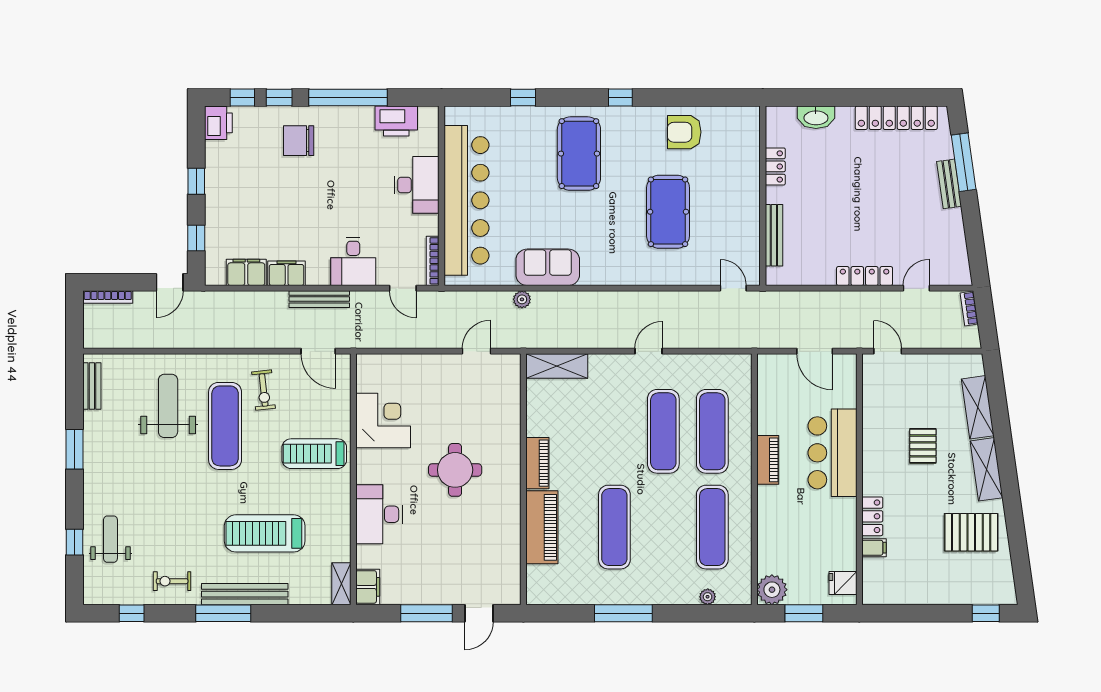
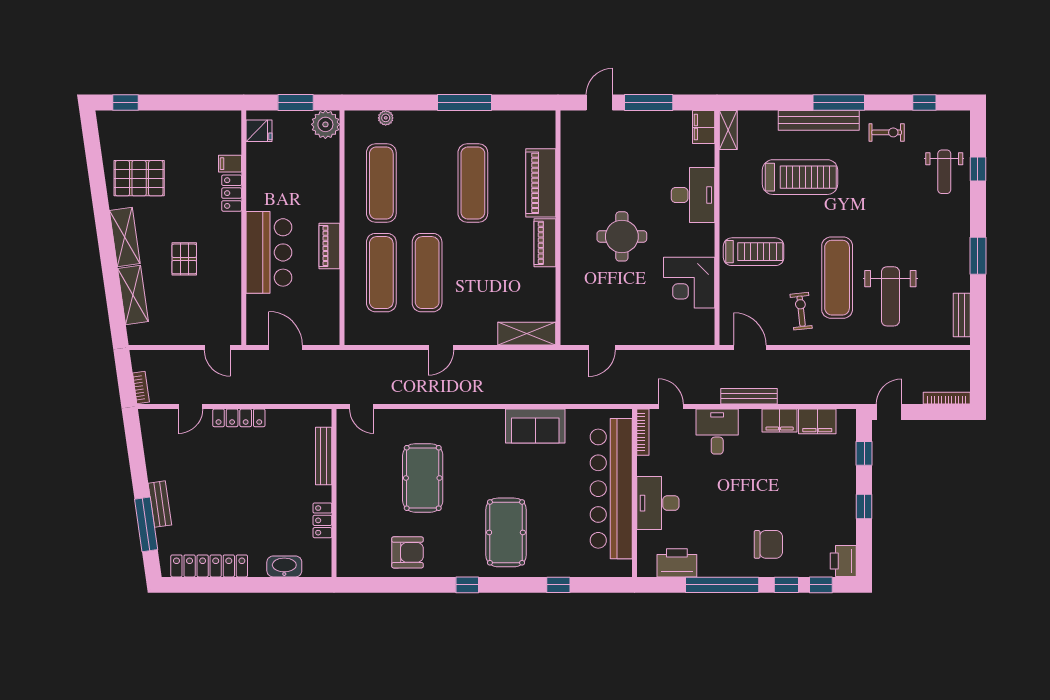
plant: (522, 299) -> (559, 396), removed

